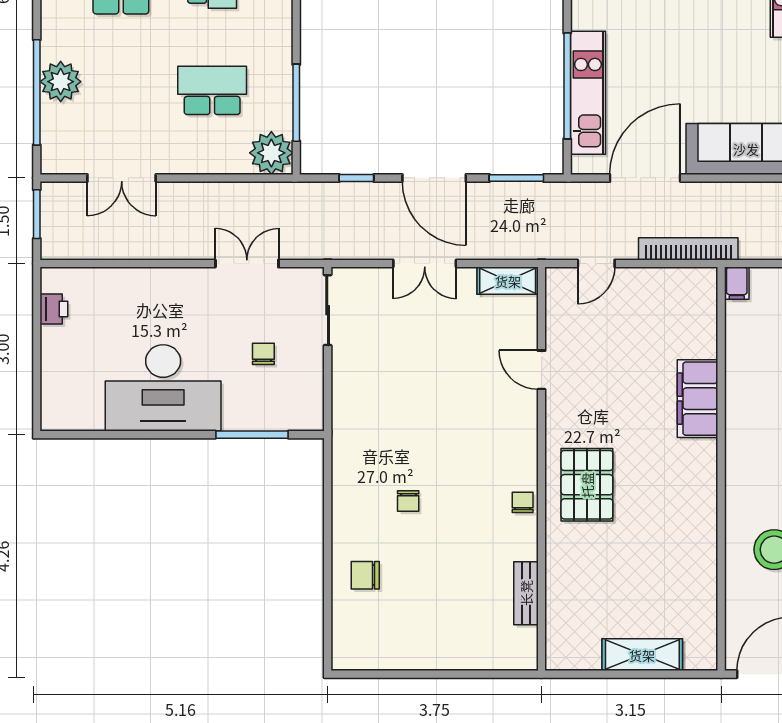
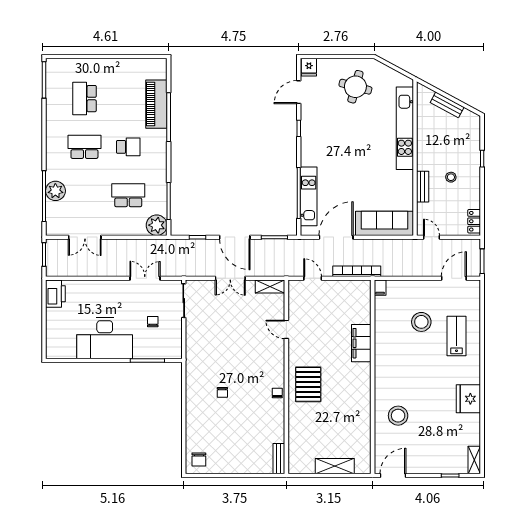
door: (596, 264) -> (313, 278), swing flipped
printer: (54, 309) -> (55, 294), width x1.87, depth x1.48
chair: (365, 575) -> (199, 459), moved, turned -90
bench: (526, 593) -> (279, 459), moved

